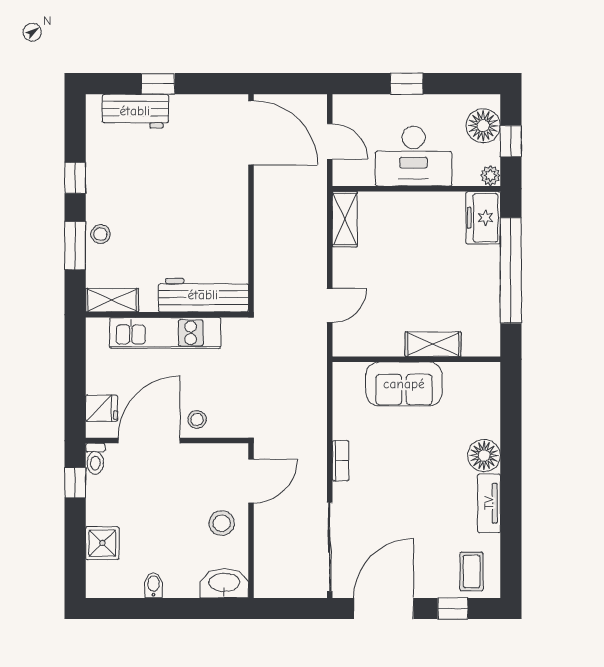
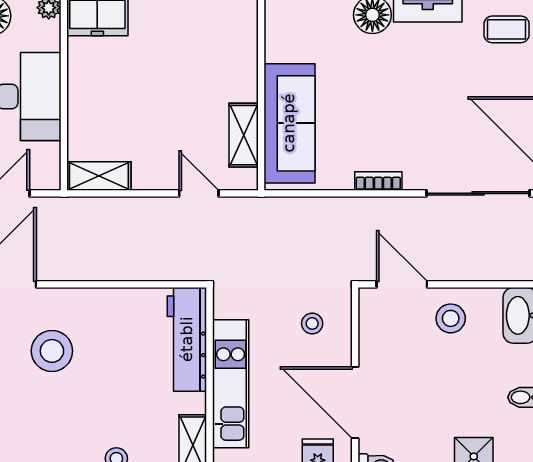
stool: (194, 178) -> (52, 351), added
shelving: (433, 344) -> (244, 135), moved
sofa: (404, 384) -> (289, 123), width x1.36
stool: (197, 420) -> (312, 323), moved

